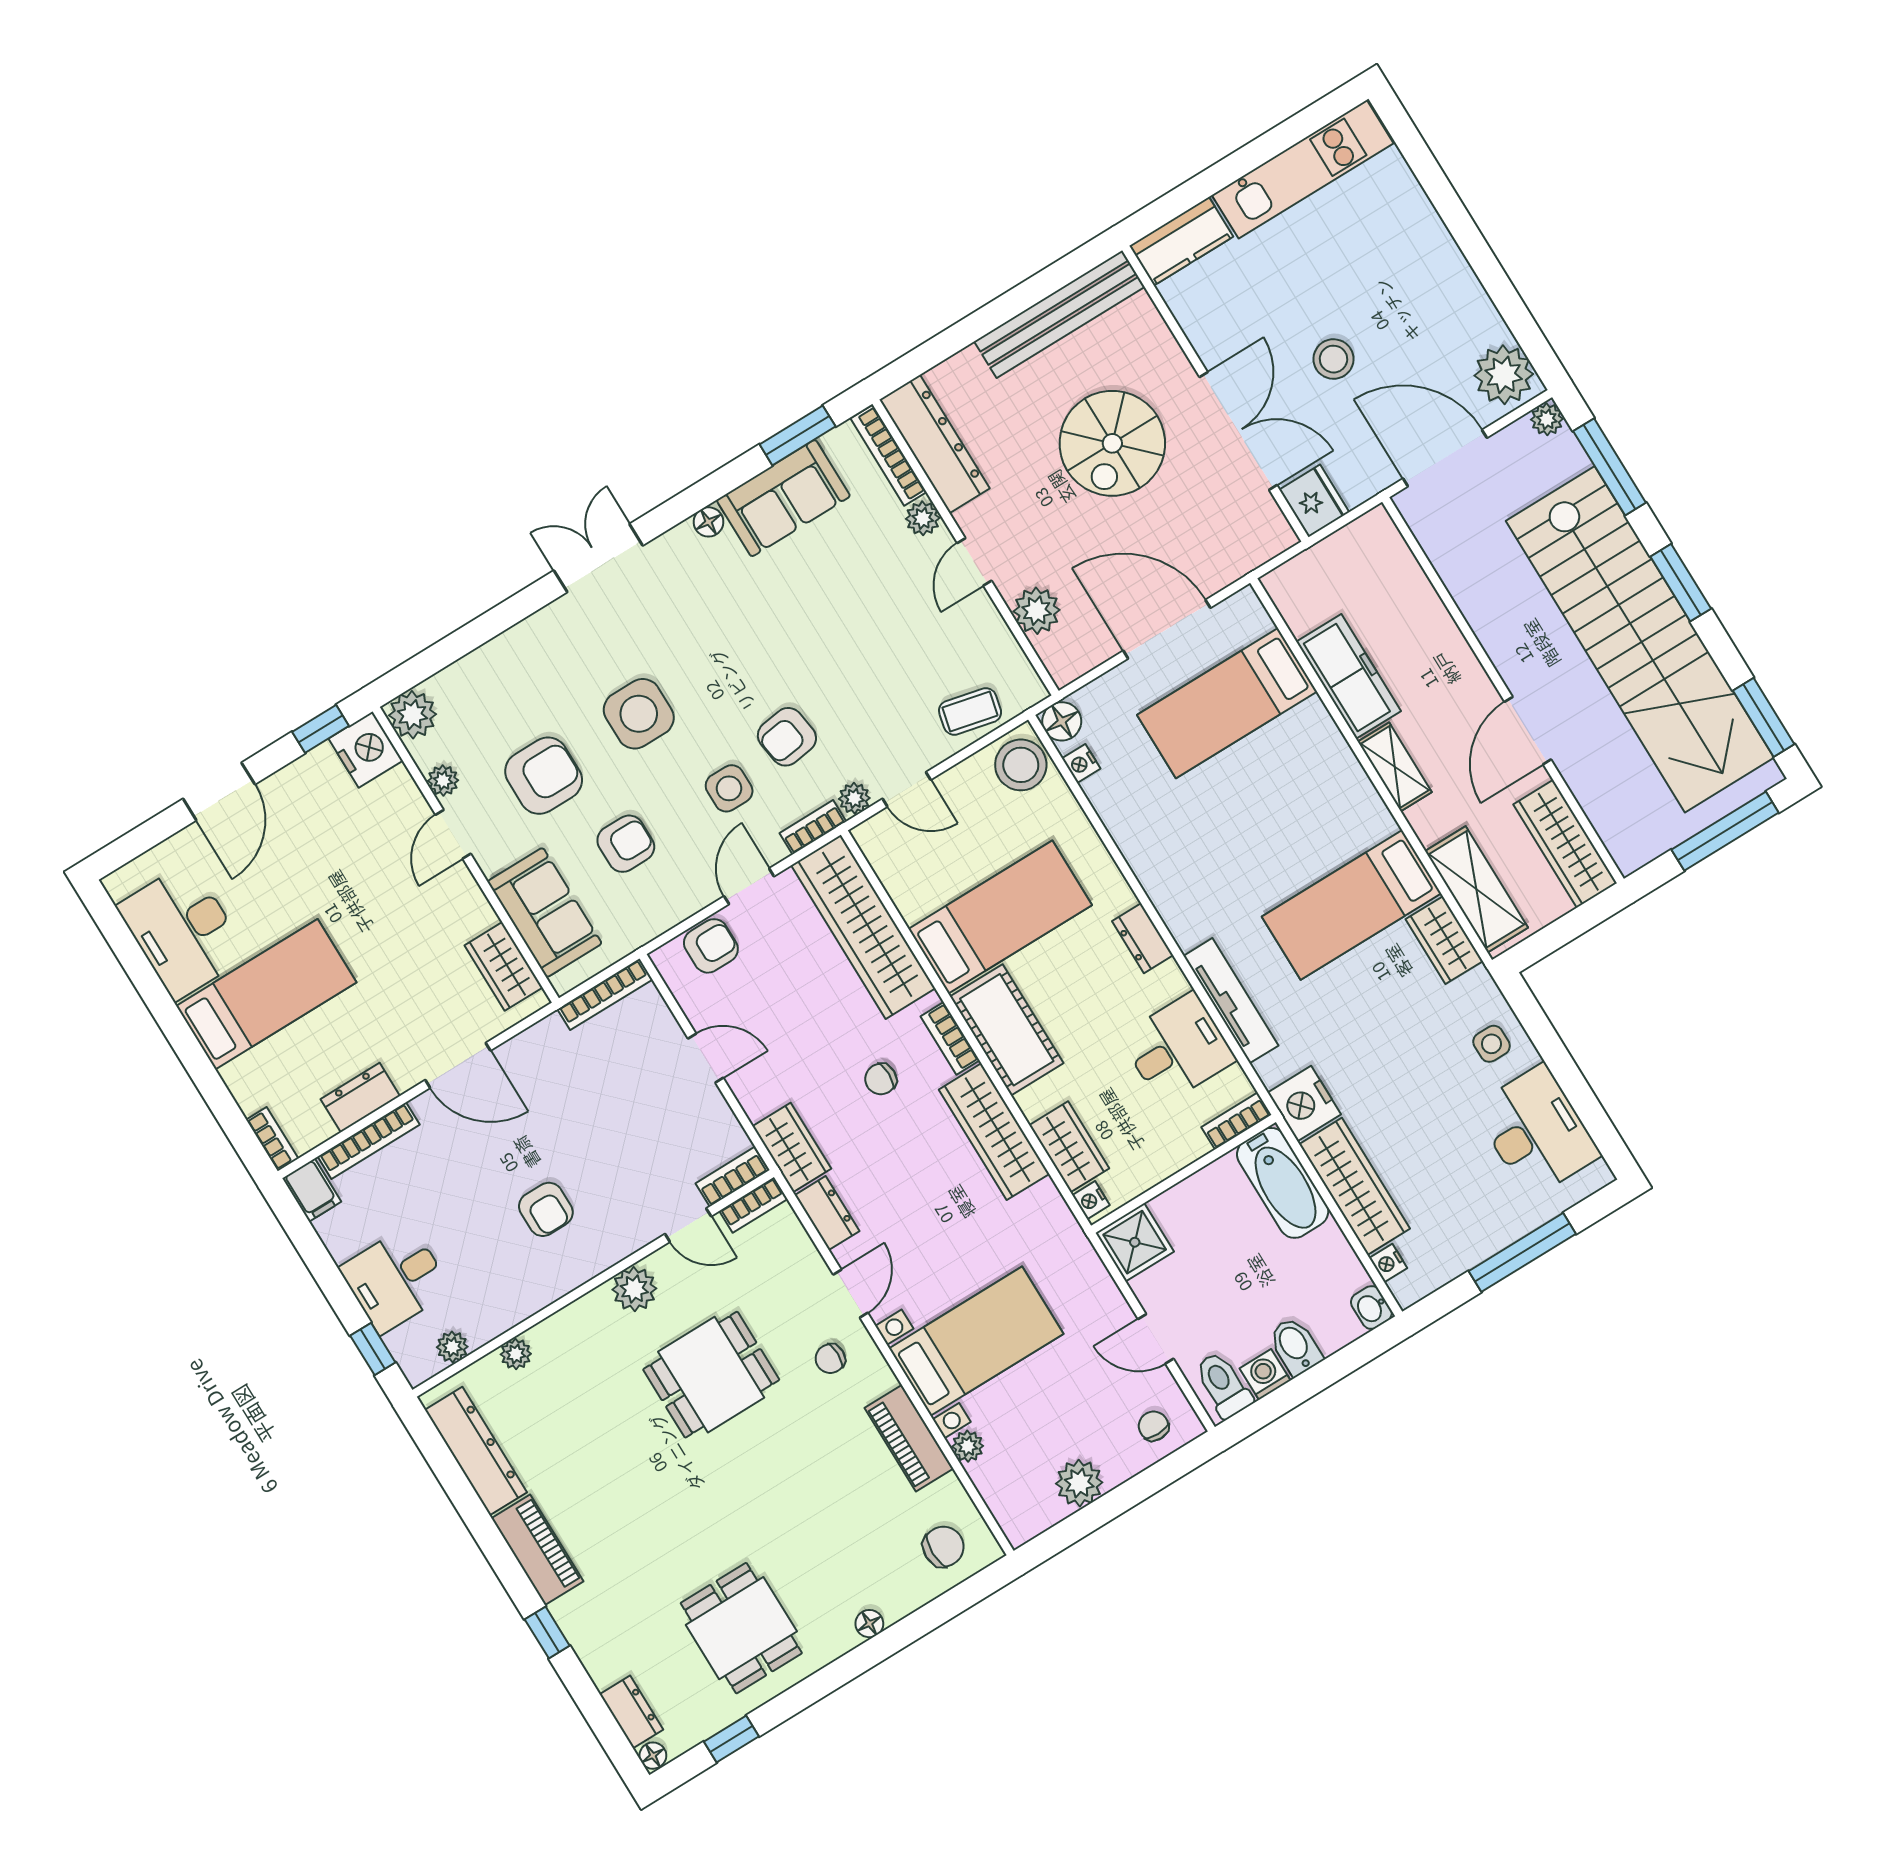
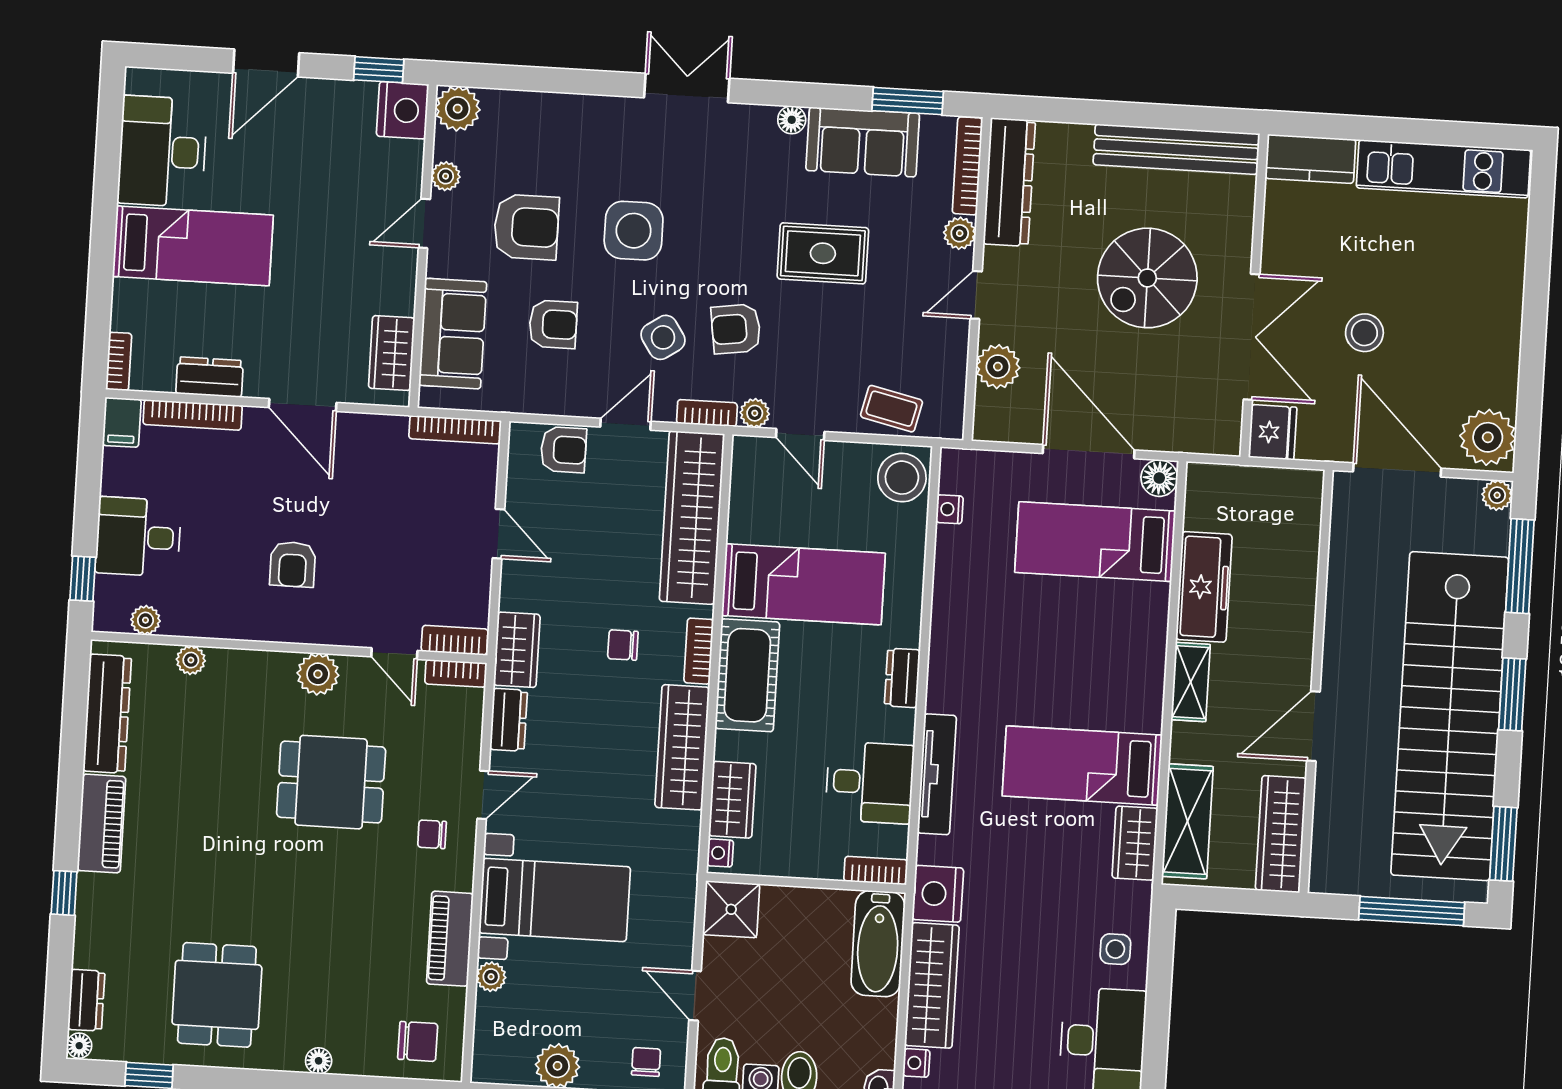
rug: (816, 619) -> (823, 253), added
floor lamp: (1062, 721) -> (1159, 478), moved
side table: (729, 788) -> (663, 337), turned -34

